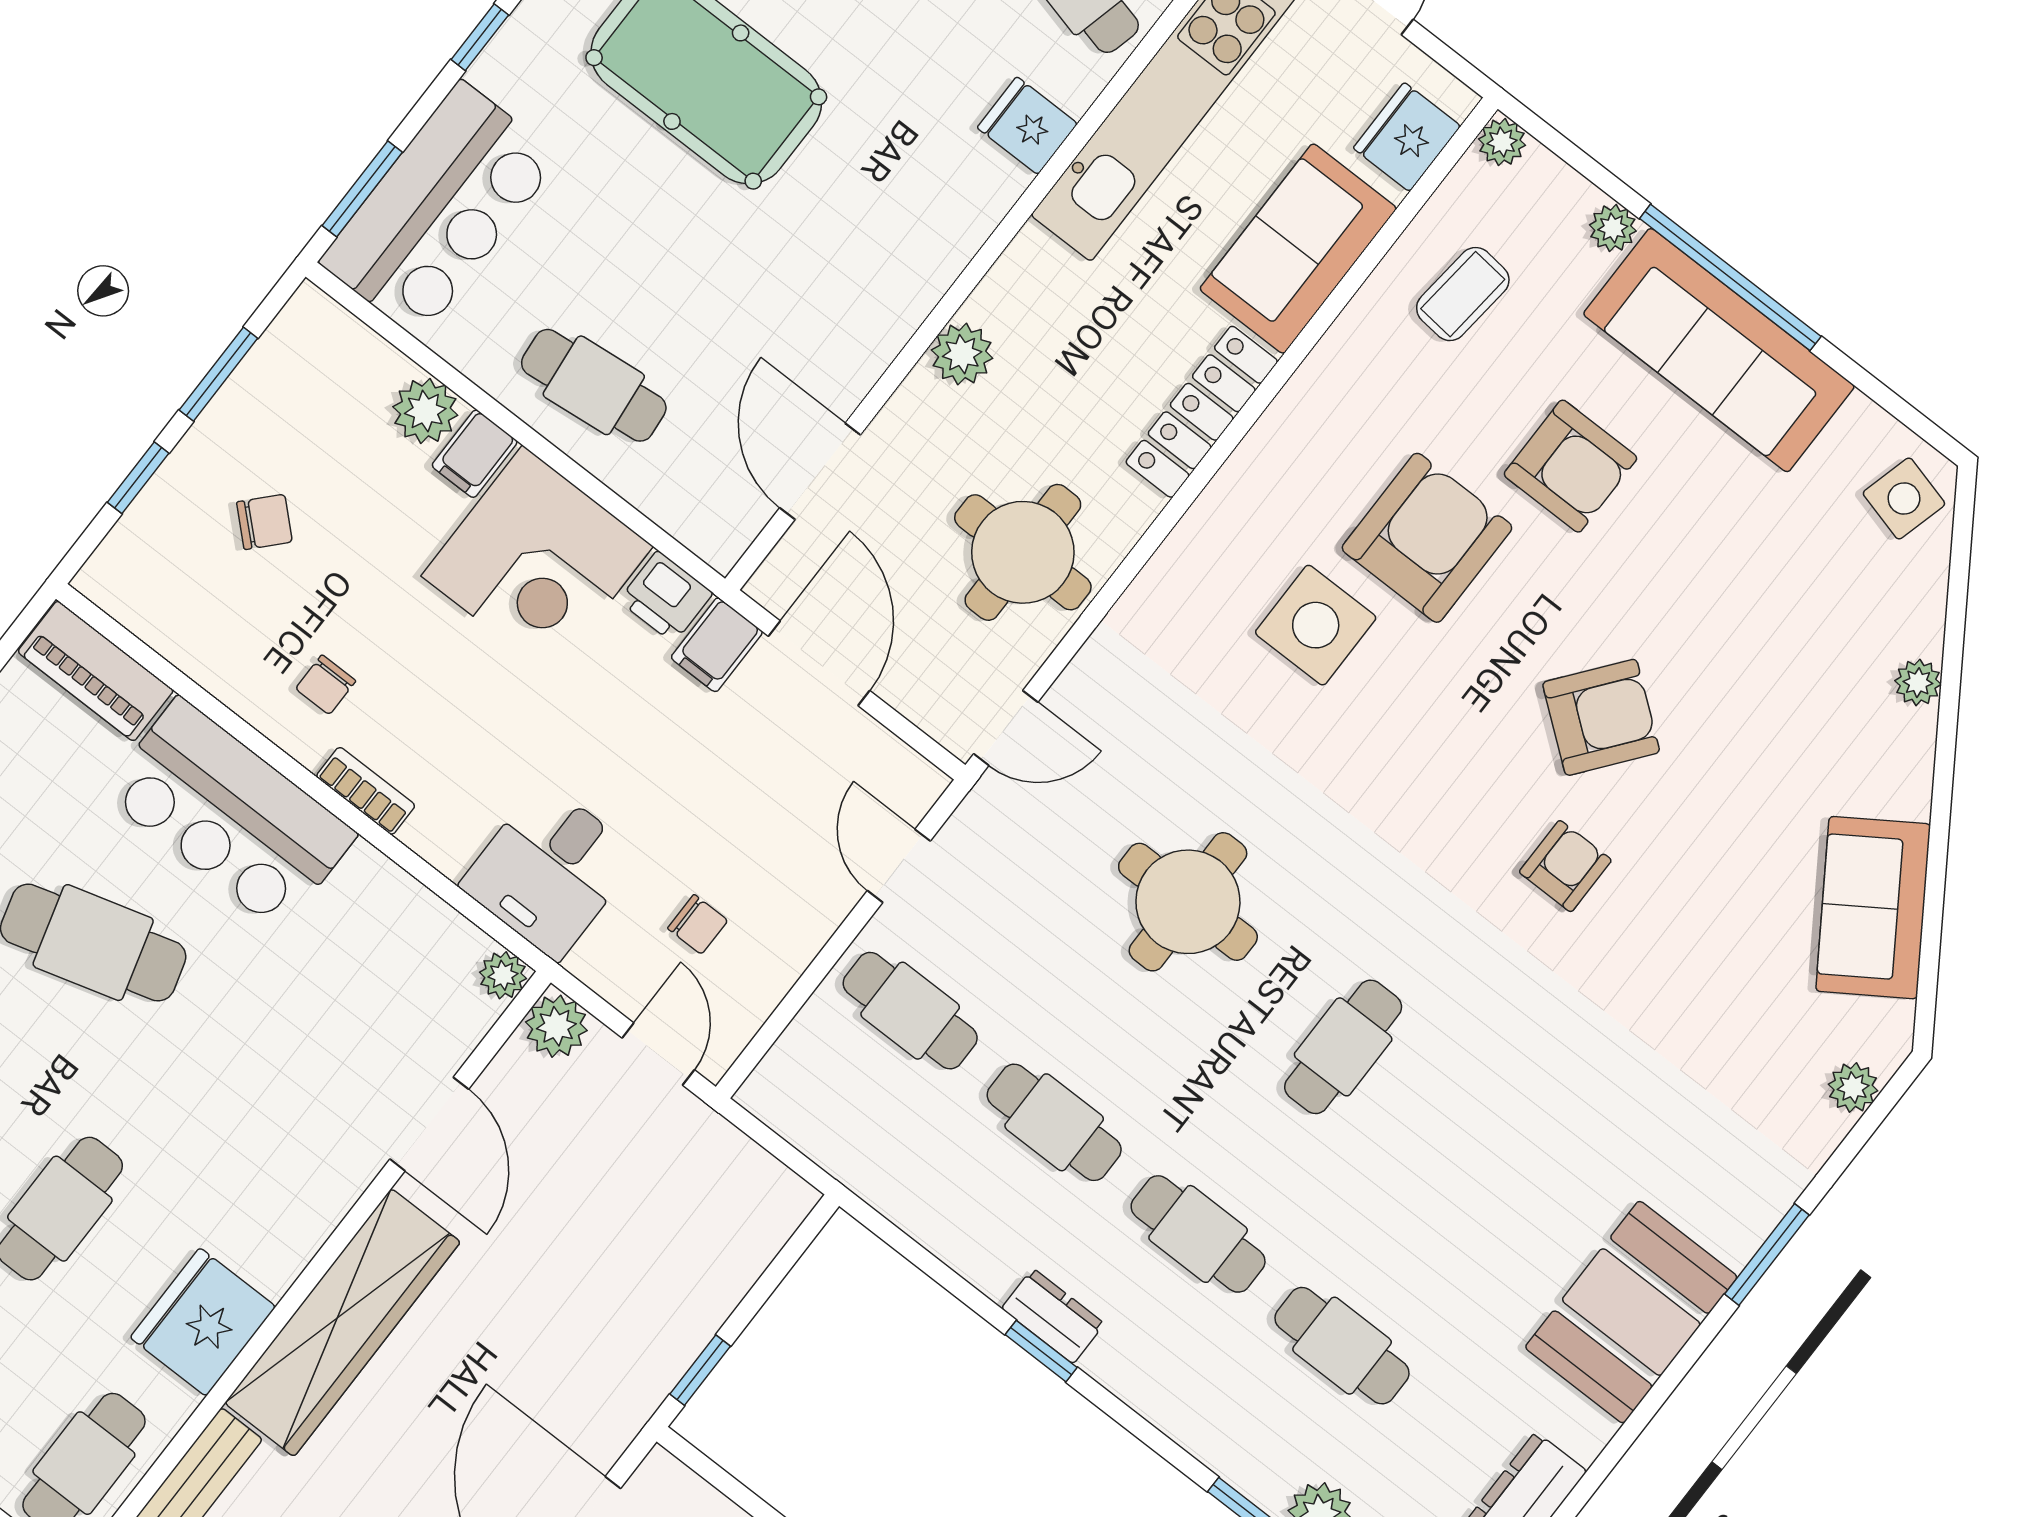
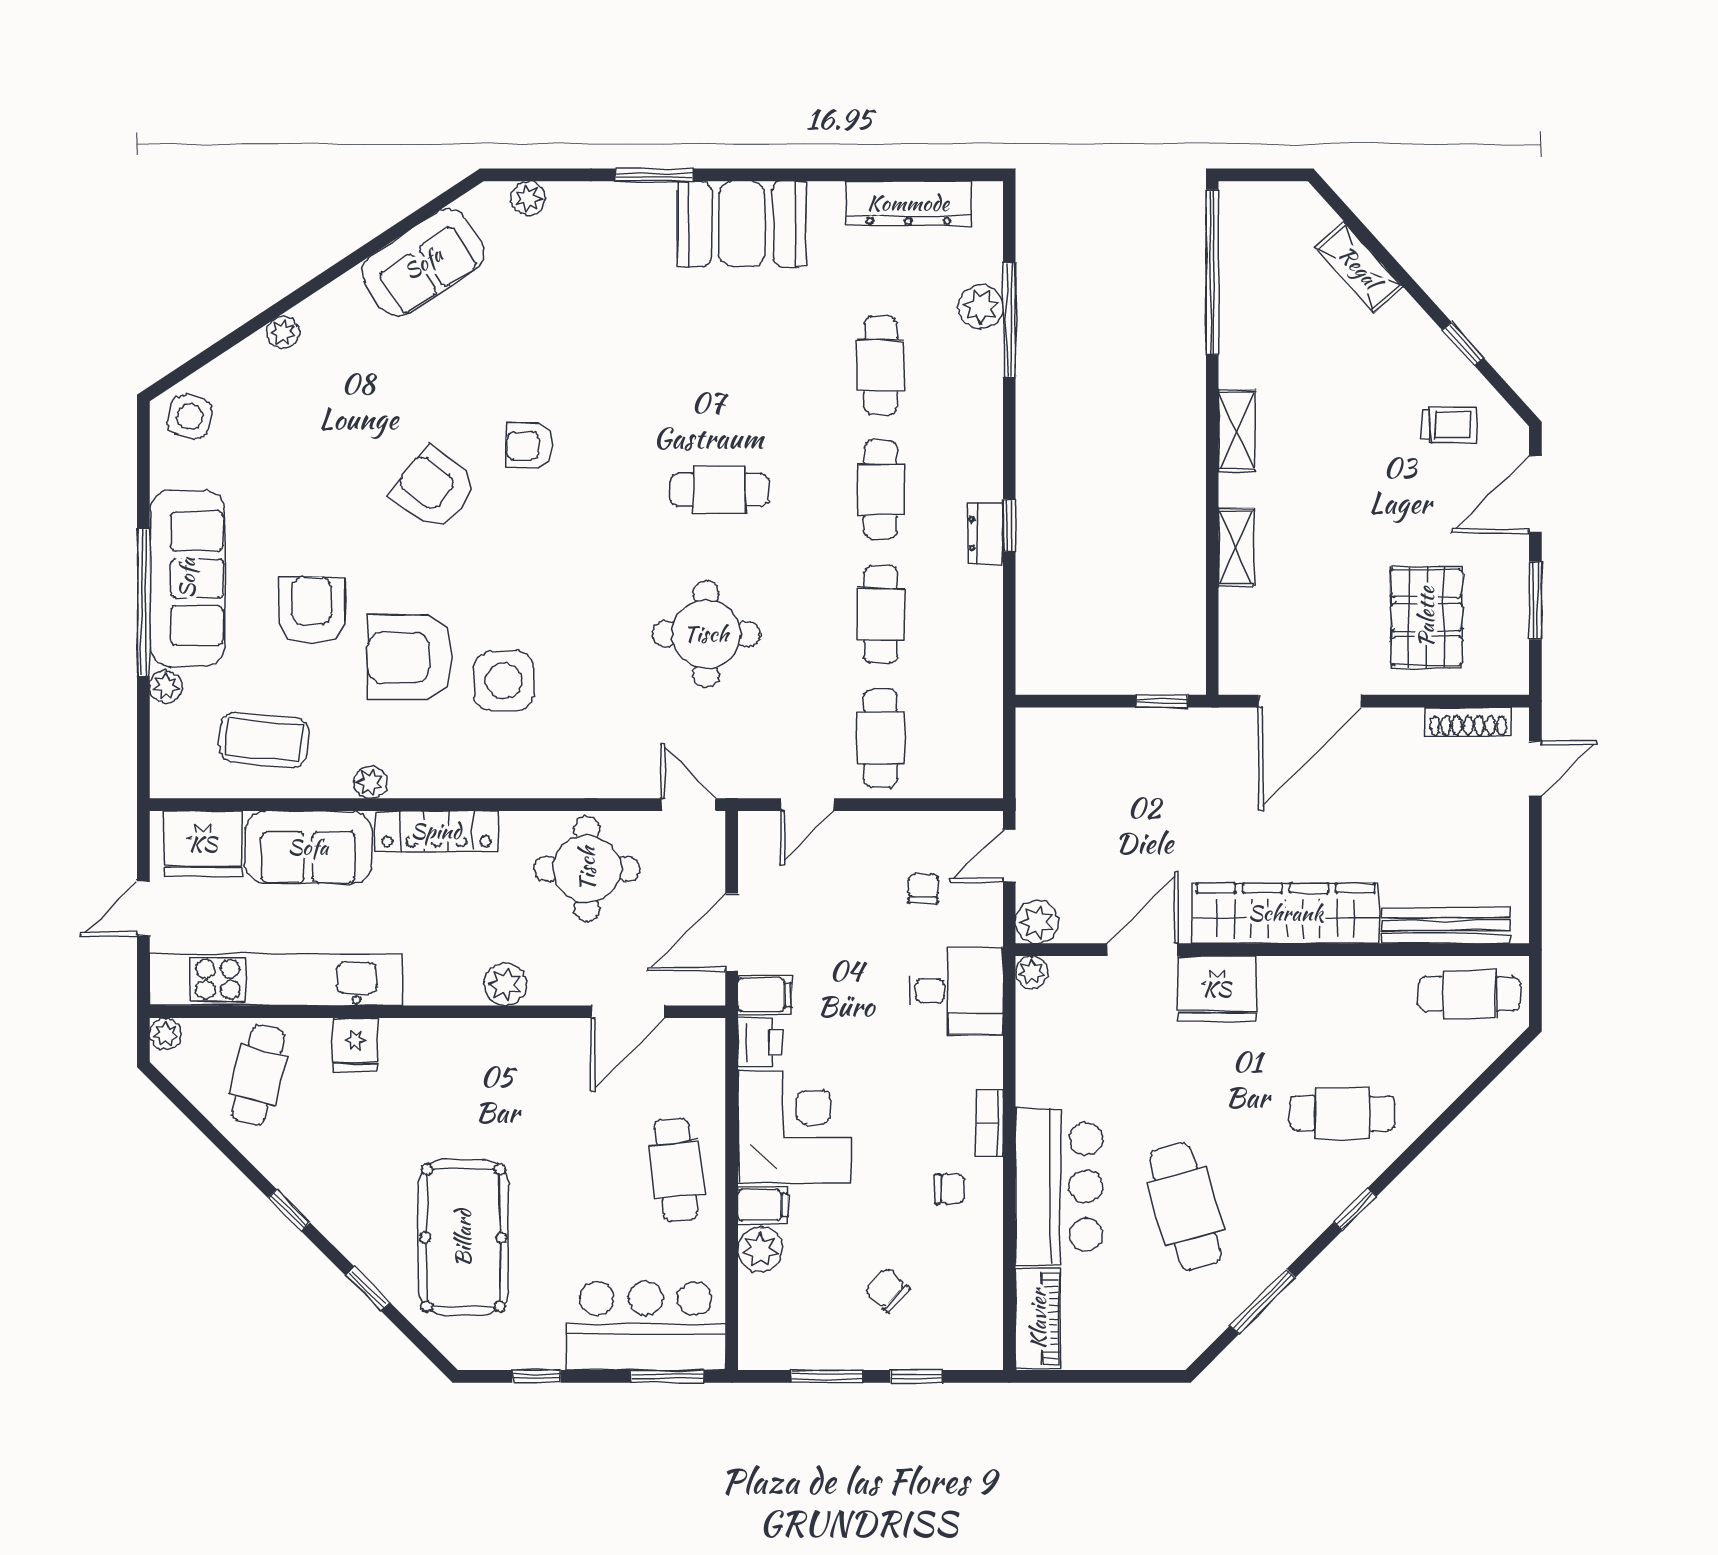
fridge: (1407, 137) -> (203, 844), width x1.36, depth x1.34
plant: (1502, 142) -> (370, 782), moved
coffee table: (1463, 294) -> (264, 740), width x1.36, depth x1.30
fridge: (203, 1322) -> (1217, 989), moved

